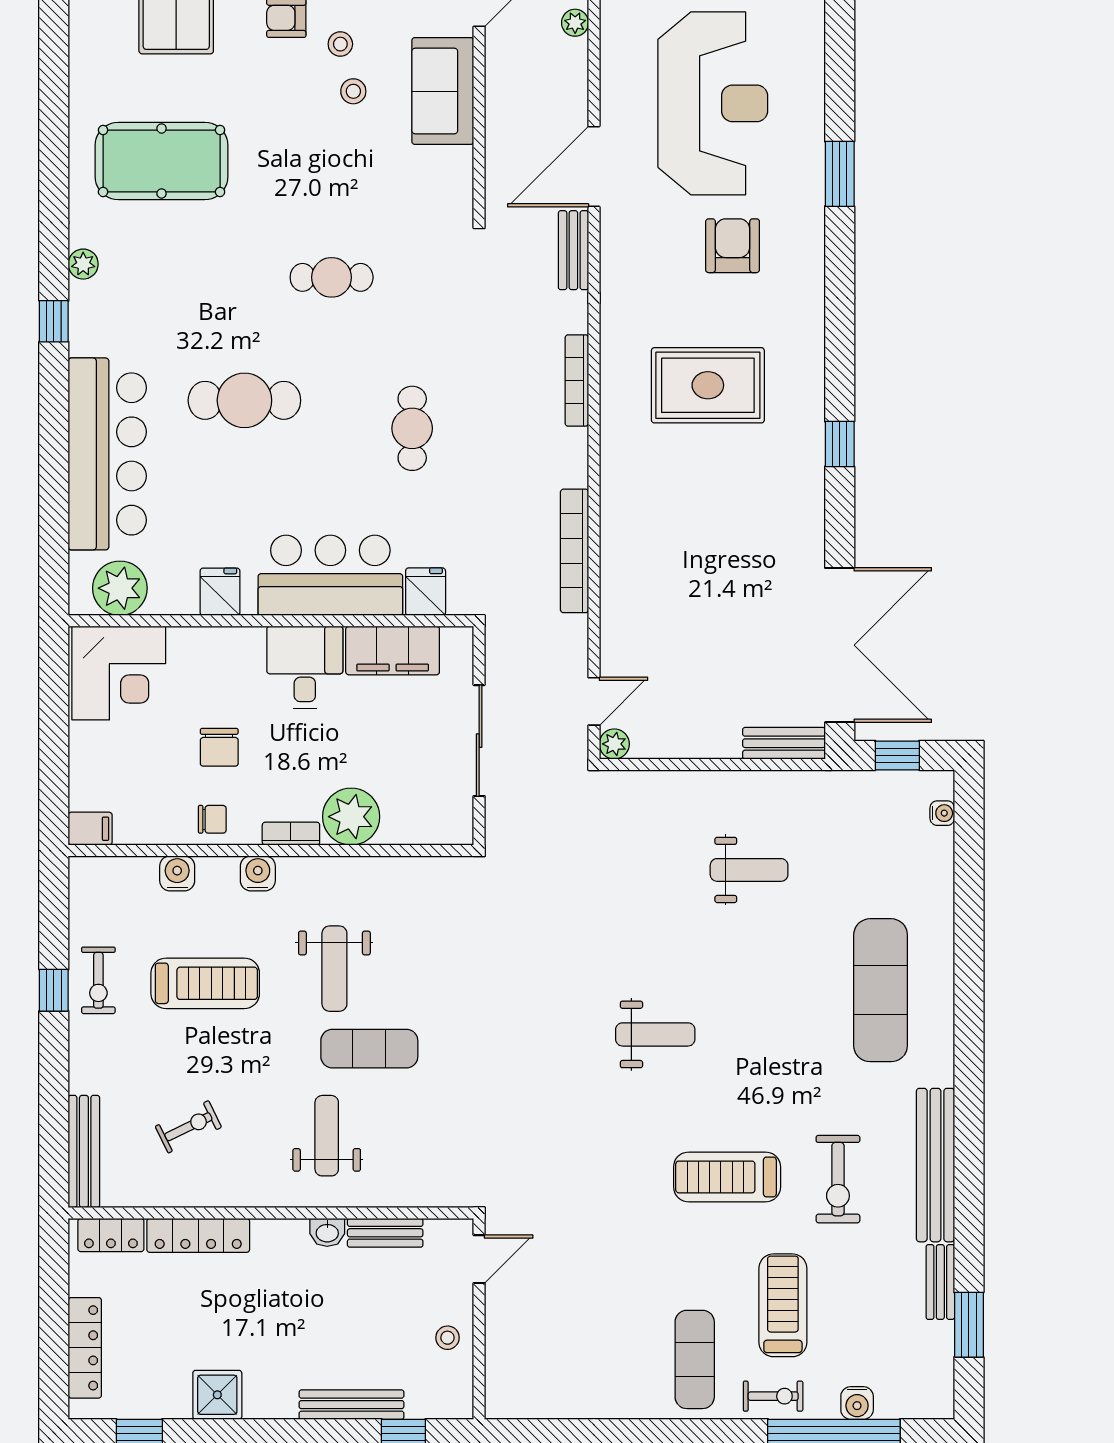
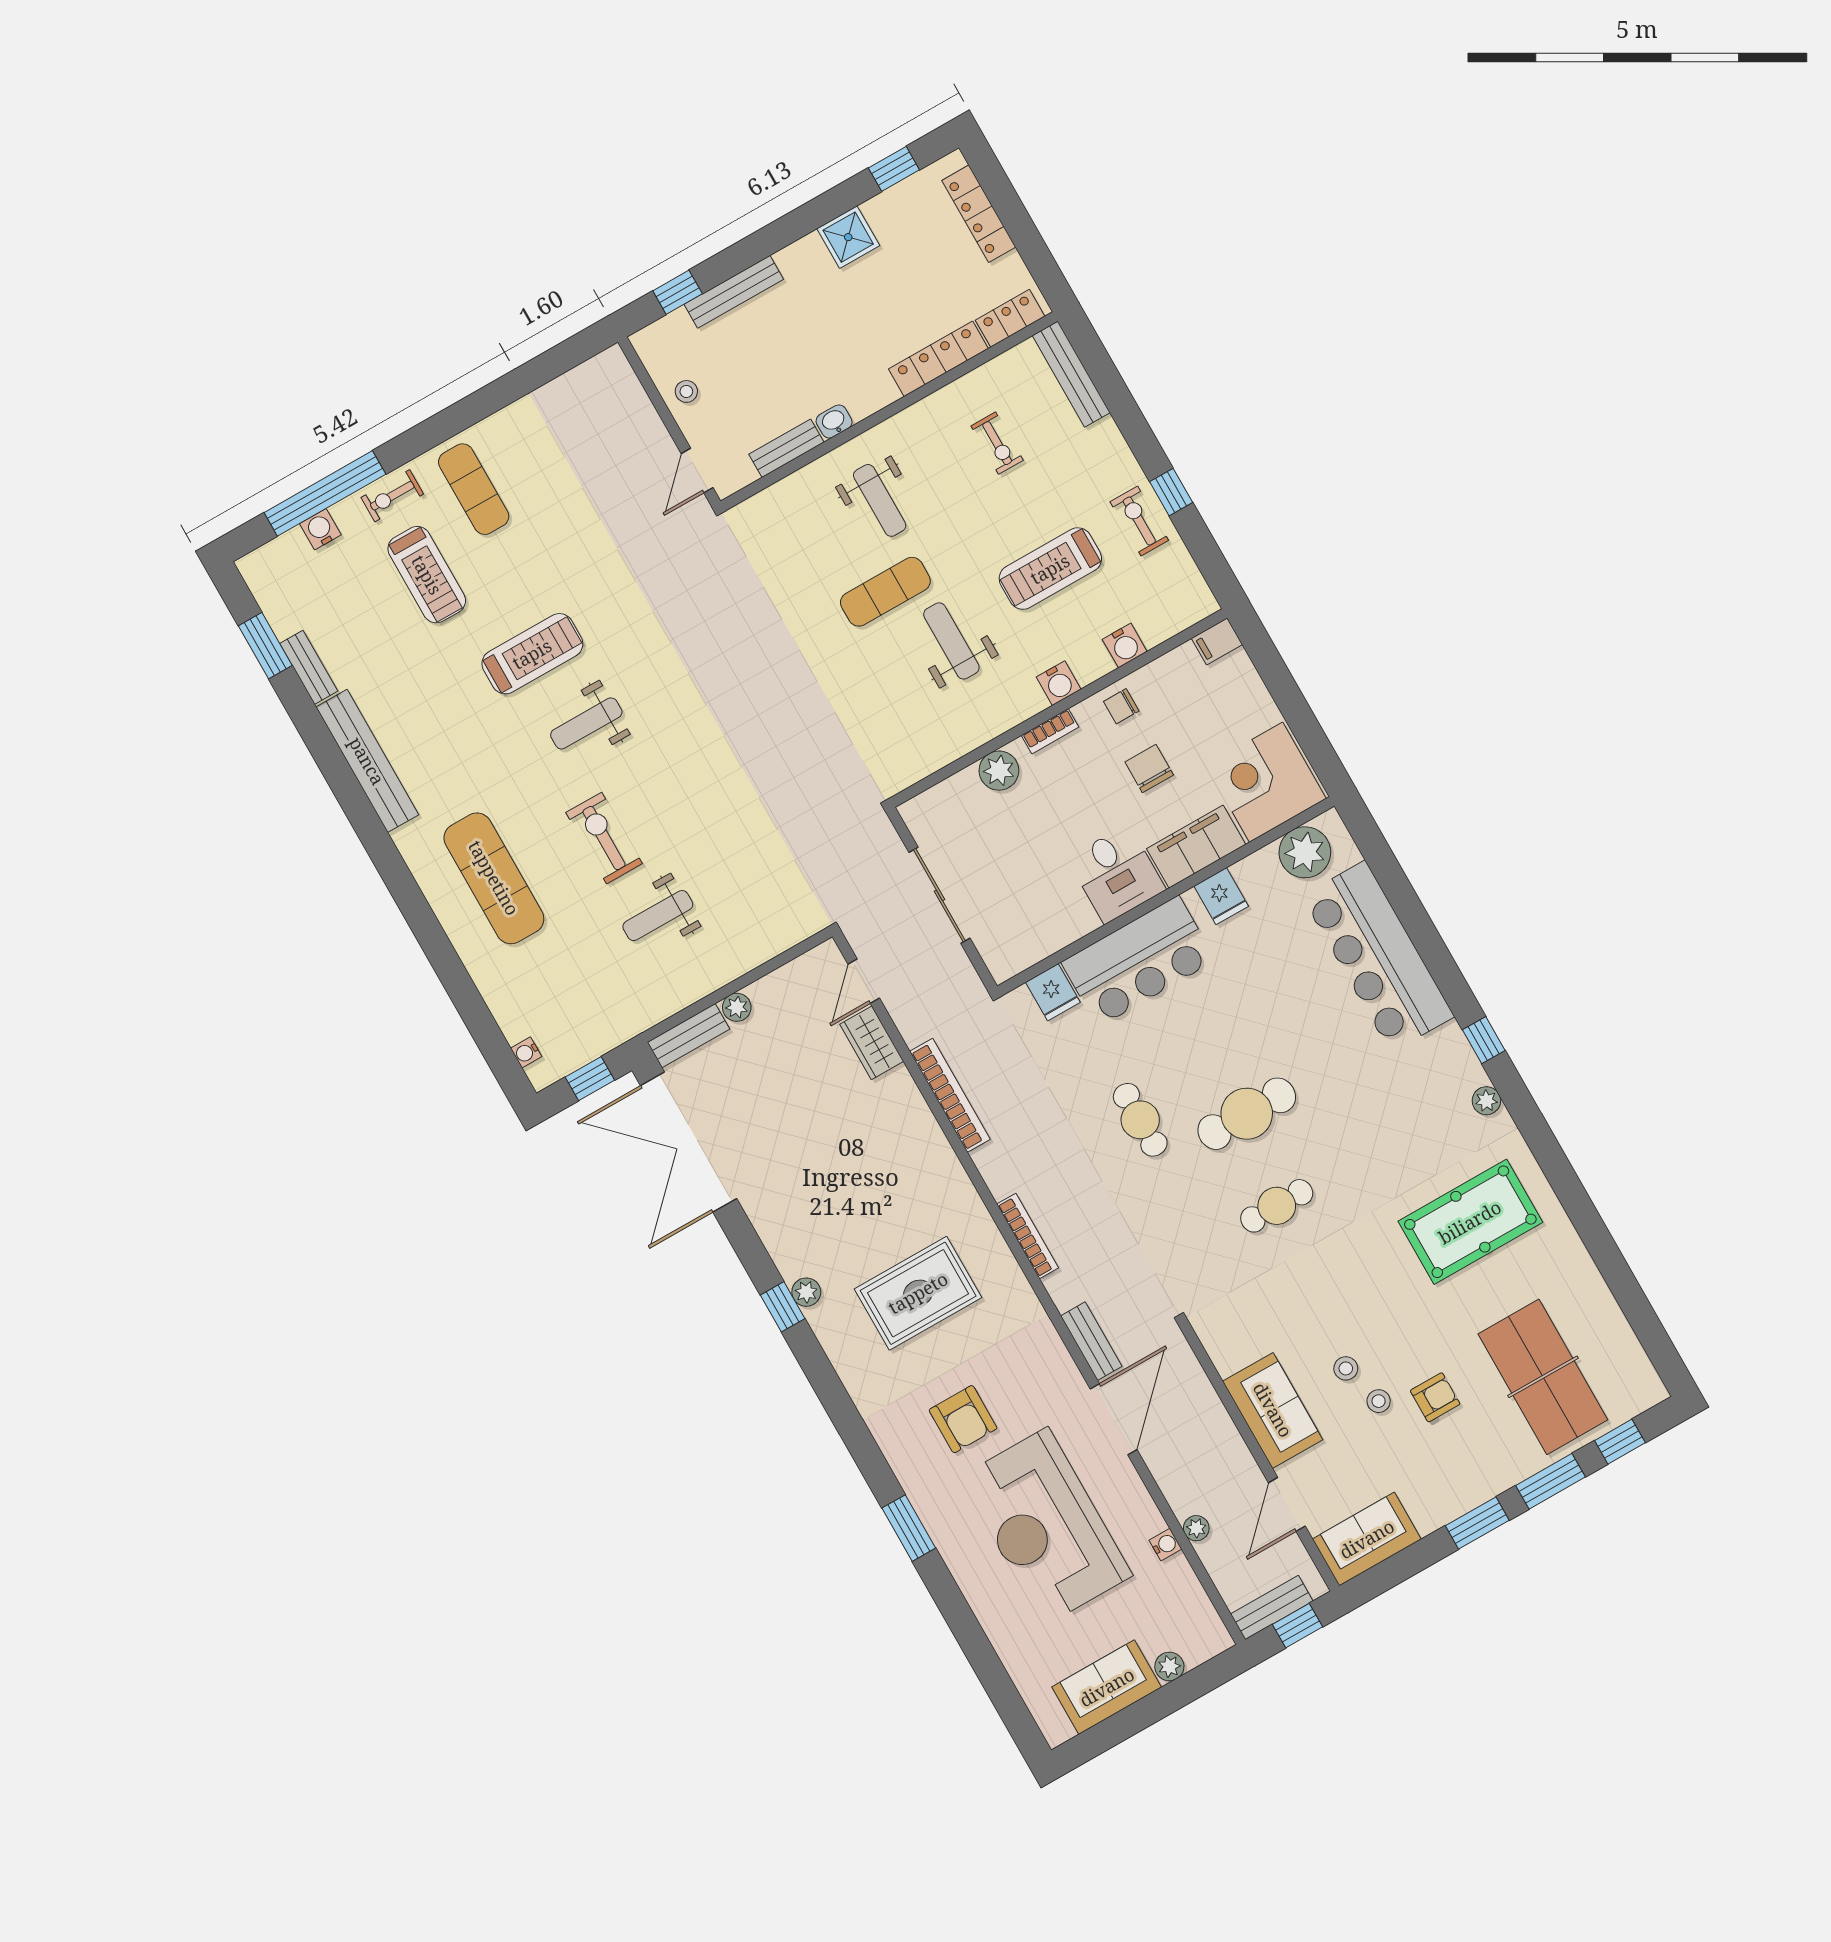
water cooler: (612, 24) -> (1165, 1545), added
cafe table: (244, 400) -> (1247, 1114), moved
plant: (810, 445) -> (806, 1292), added
wardrobe: (619, 640) -> (872, 1043), added
filing cabinet: (393, 651) -> (1196, 847), moved
plant: (614, 744) -> (737, 1007), moved
plant: (351, 817) -> (999, 771), width x0.73, depth x0.73
weight bench: (655, 1034) -> (586, 723), moved
exercise bike: (188, 1127) -> (997, 443), turned -64
exercise bike: (838, 1179) -> (604, 838), moved

